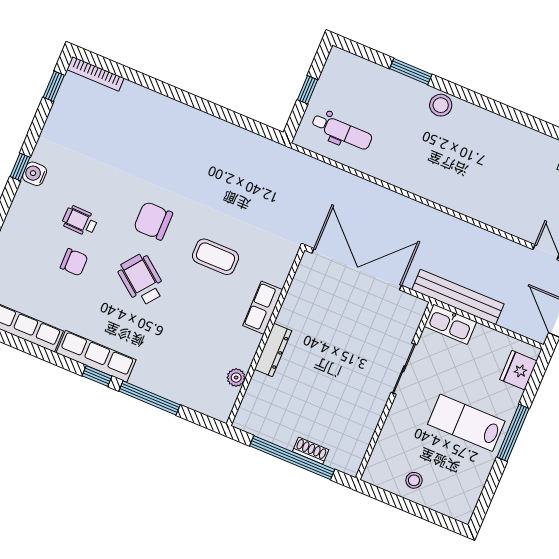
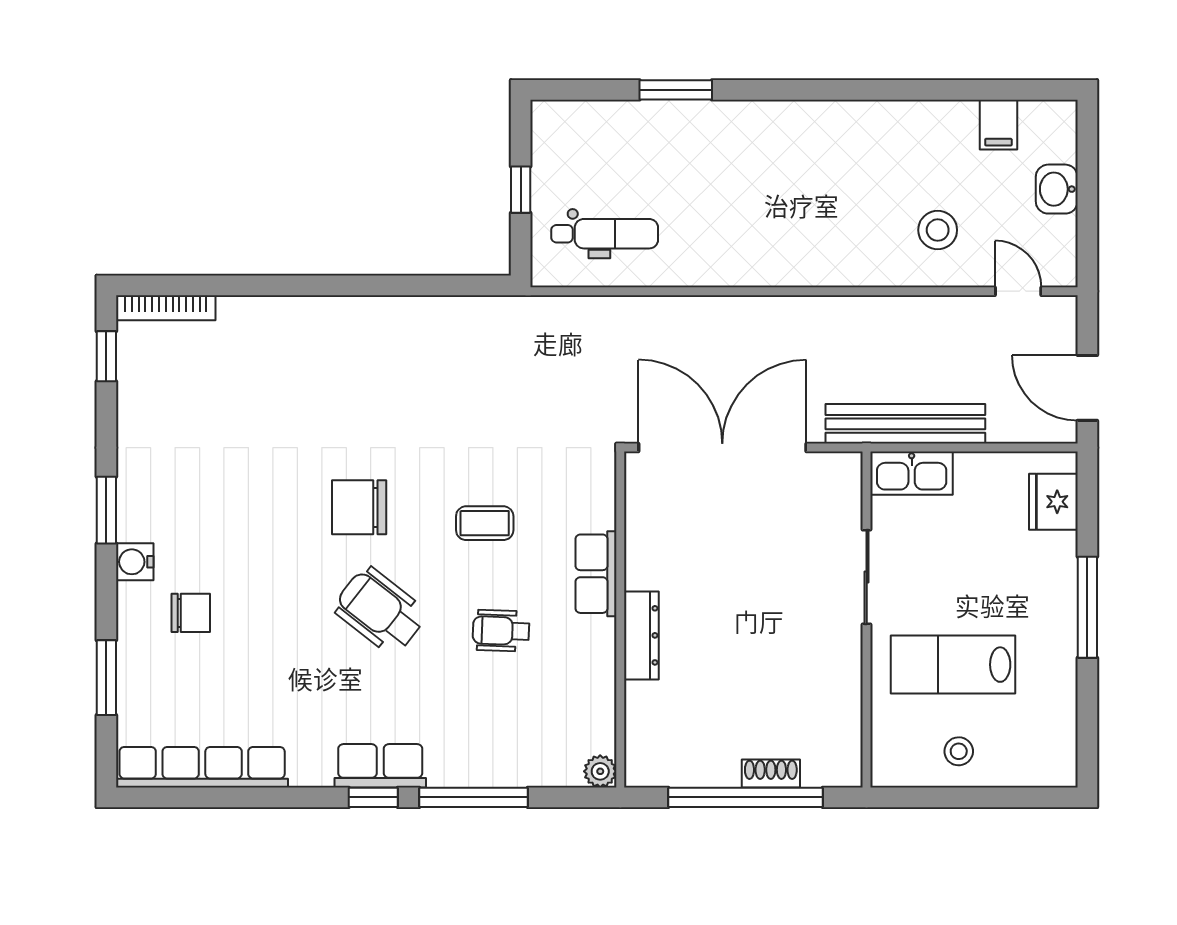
stool: (441, 105) -> (938, 230), moved
window: (20, 167) -> (106, 510), width x1.50
water cooler: (35, 174) -> (135, 562), moved
wheelchair: (80, 221) -> (501, 631), moved
coffee table: (216, 257) -> (485, 523), width x0.73, depth x0.77
chair: (74, 262) -> (191, 613), moved
row of seats: (96, 356) -> (380, 766), width x0.68
plant: (236, 378) -> (600, 771), moved
lab bench: (466, 423) -> (953, 665), moved

